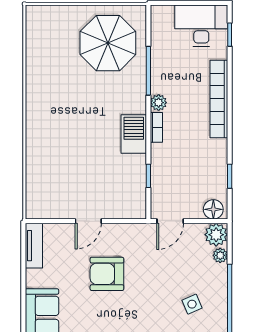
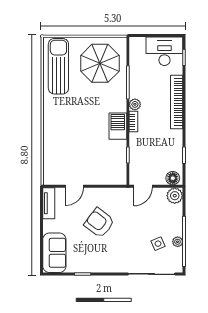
sun lounger: (48, 47) -> (58, 66), added
door: (88, 221) -> (74, 186), moved
plant: (220, 255) -> (178, 242), moved
armchair: (107, 274) -> (99, 223), turned 37

